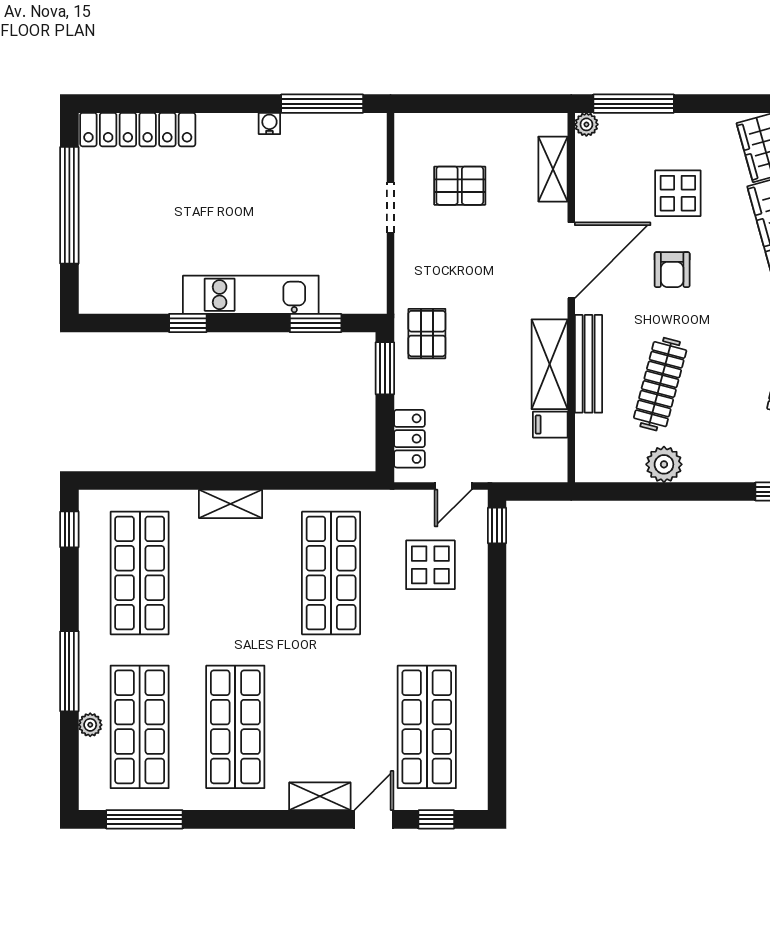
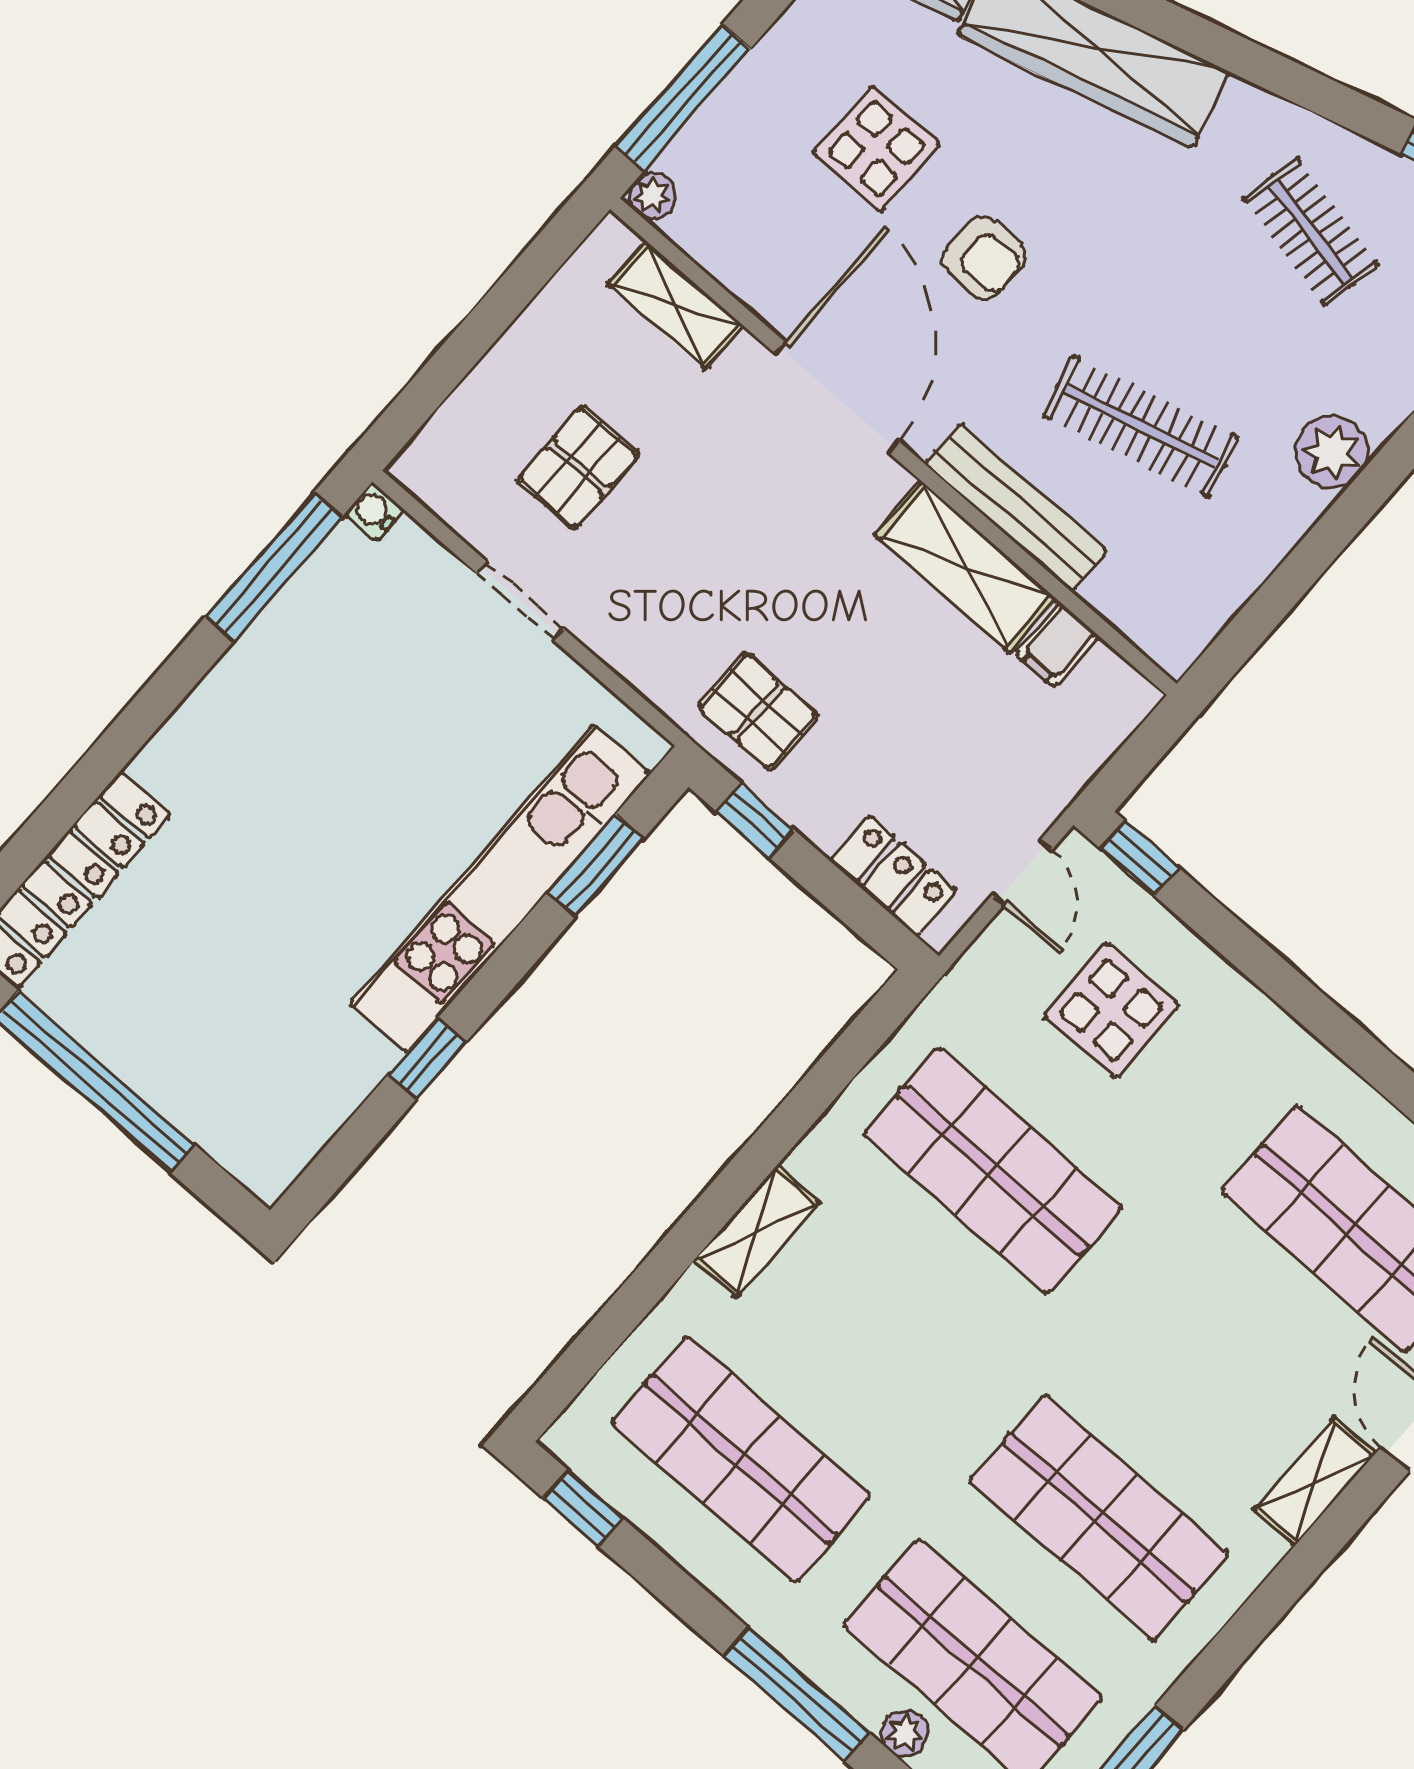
water cooler: (269, 124) -> (374, 512), moved
kitchen unit: (251, 295) -> (500, 888), width x1.36
window: (385, 368) -> (755, 820), width x0.67
clothes rail: (660, 384) -> (1141, 426), turned -30
plant: (664, 464) -> (1332, 452), moved

